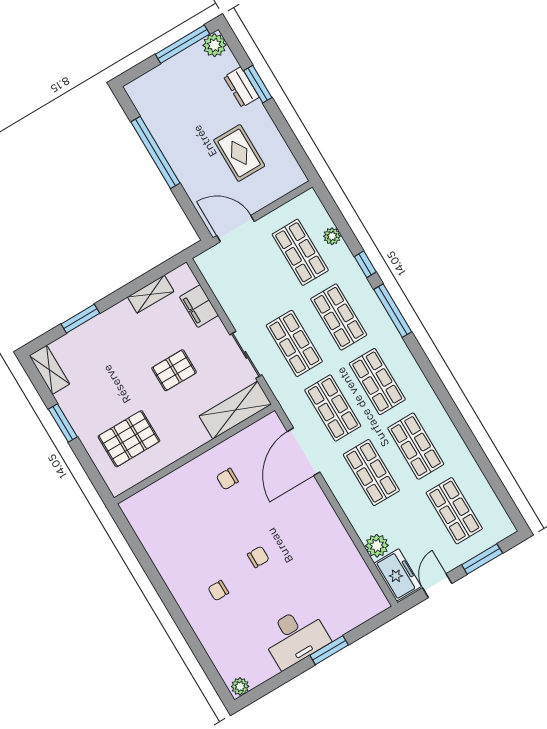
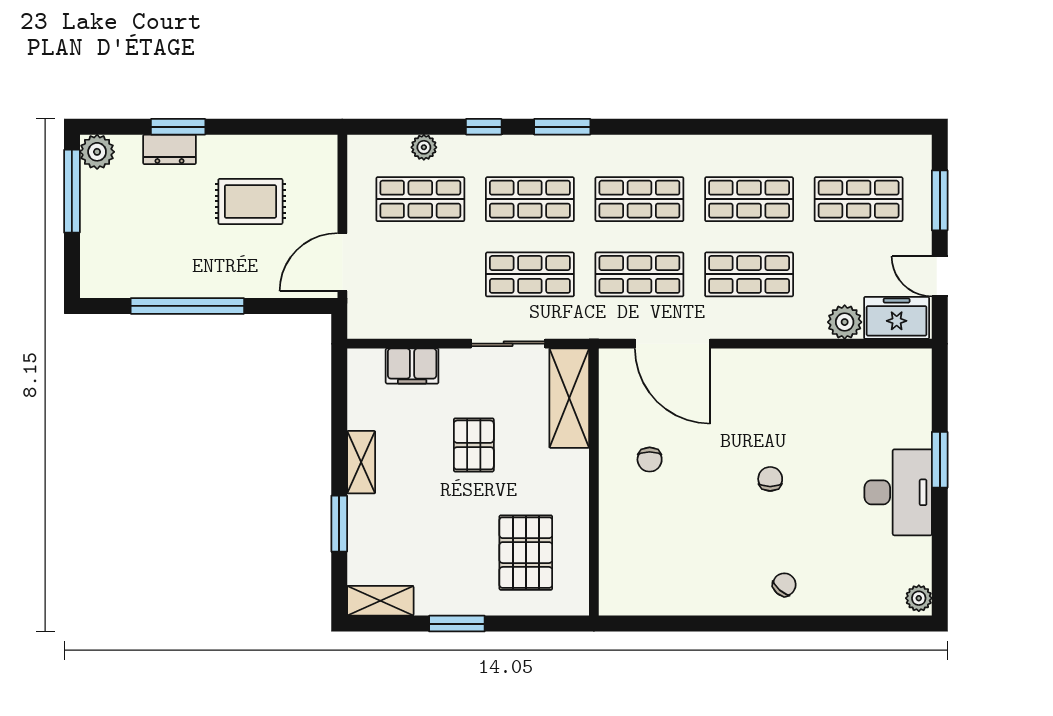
shelving: (151, 294) -> (361, 462), moved
window: (393, 311) -> (562, 127), width x0.69
chair: (218, 591) -> (784, 585), moved, turned -139

